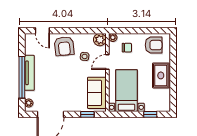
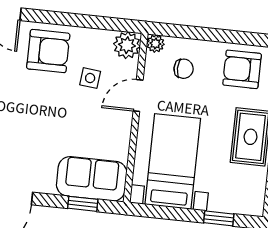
armchair: (154, 45) -> (242, 69), turned 180
armchair: (64, 46) -> (48, 51), turned -84
sofa: (97, 93) -> (92, 179), moved, turned 90

